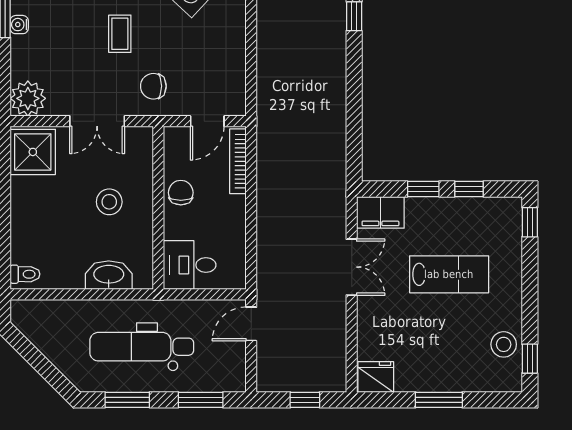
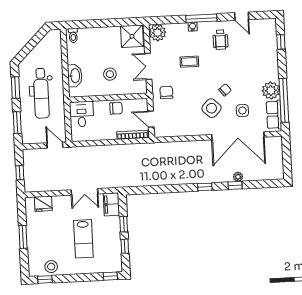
coffee table: (120, 34) -> (189, 62), moved
dental chair: (142, 347) -> (41, 93), turned 180
fridge: (376, 377) -> (43, 204), moved, turned 90

